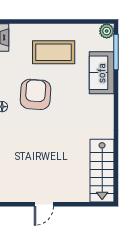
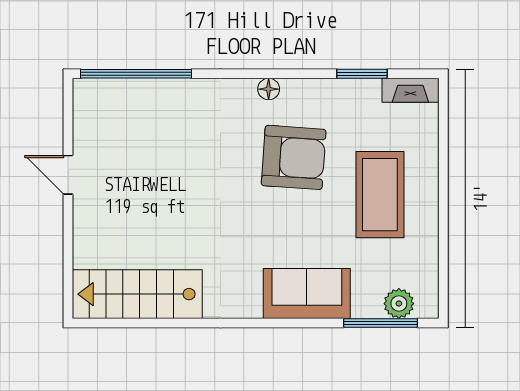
plant: (107, 31) -> (399, 304), moved
sofa: (102, 73) -> (307, 293), moved

